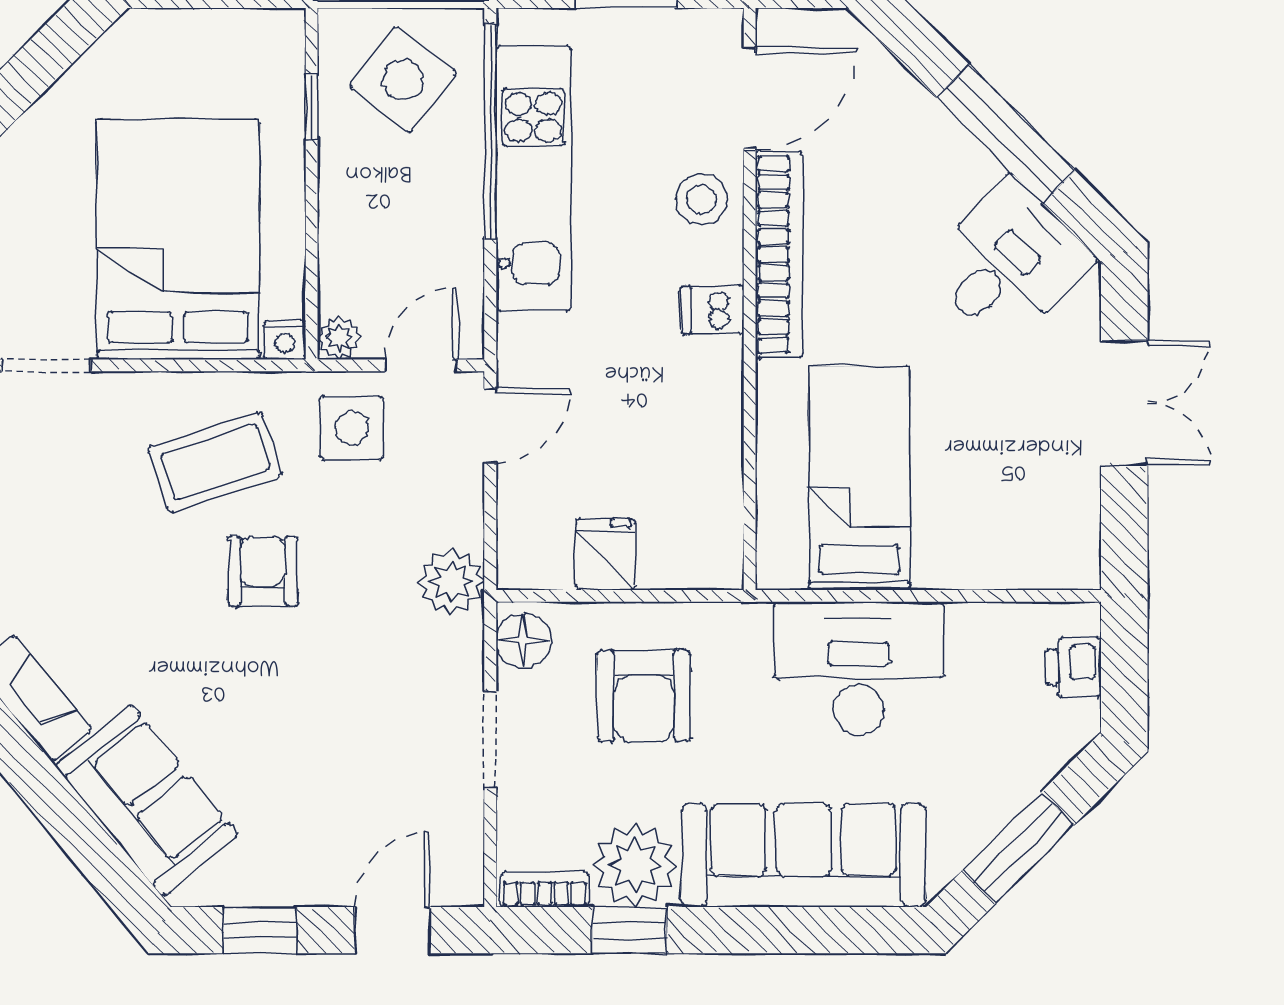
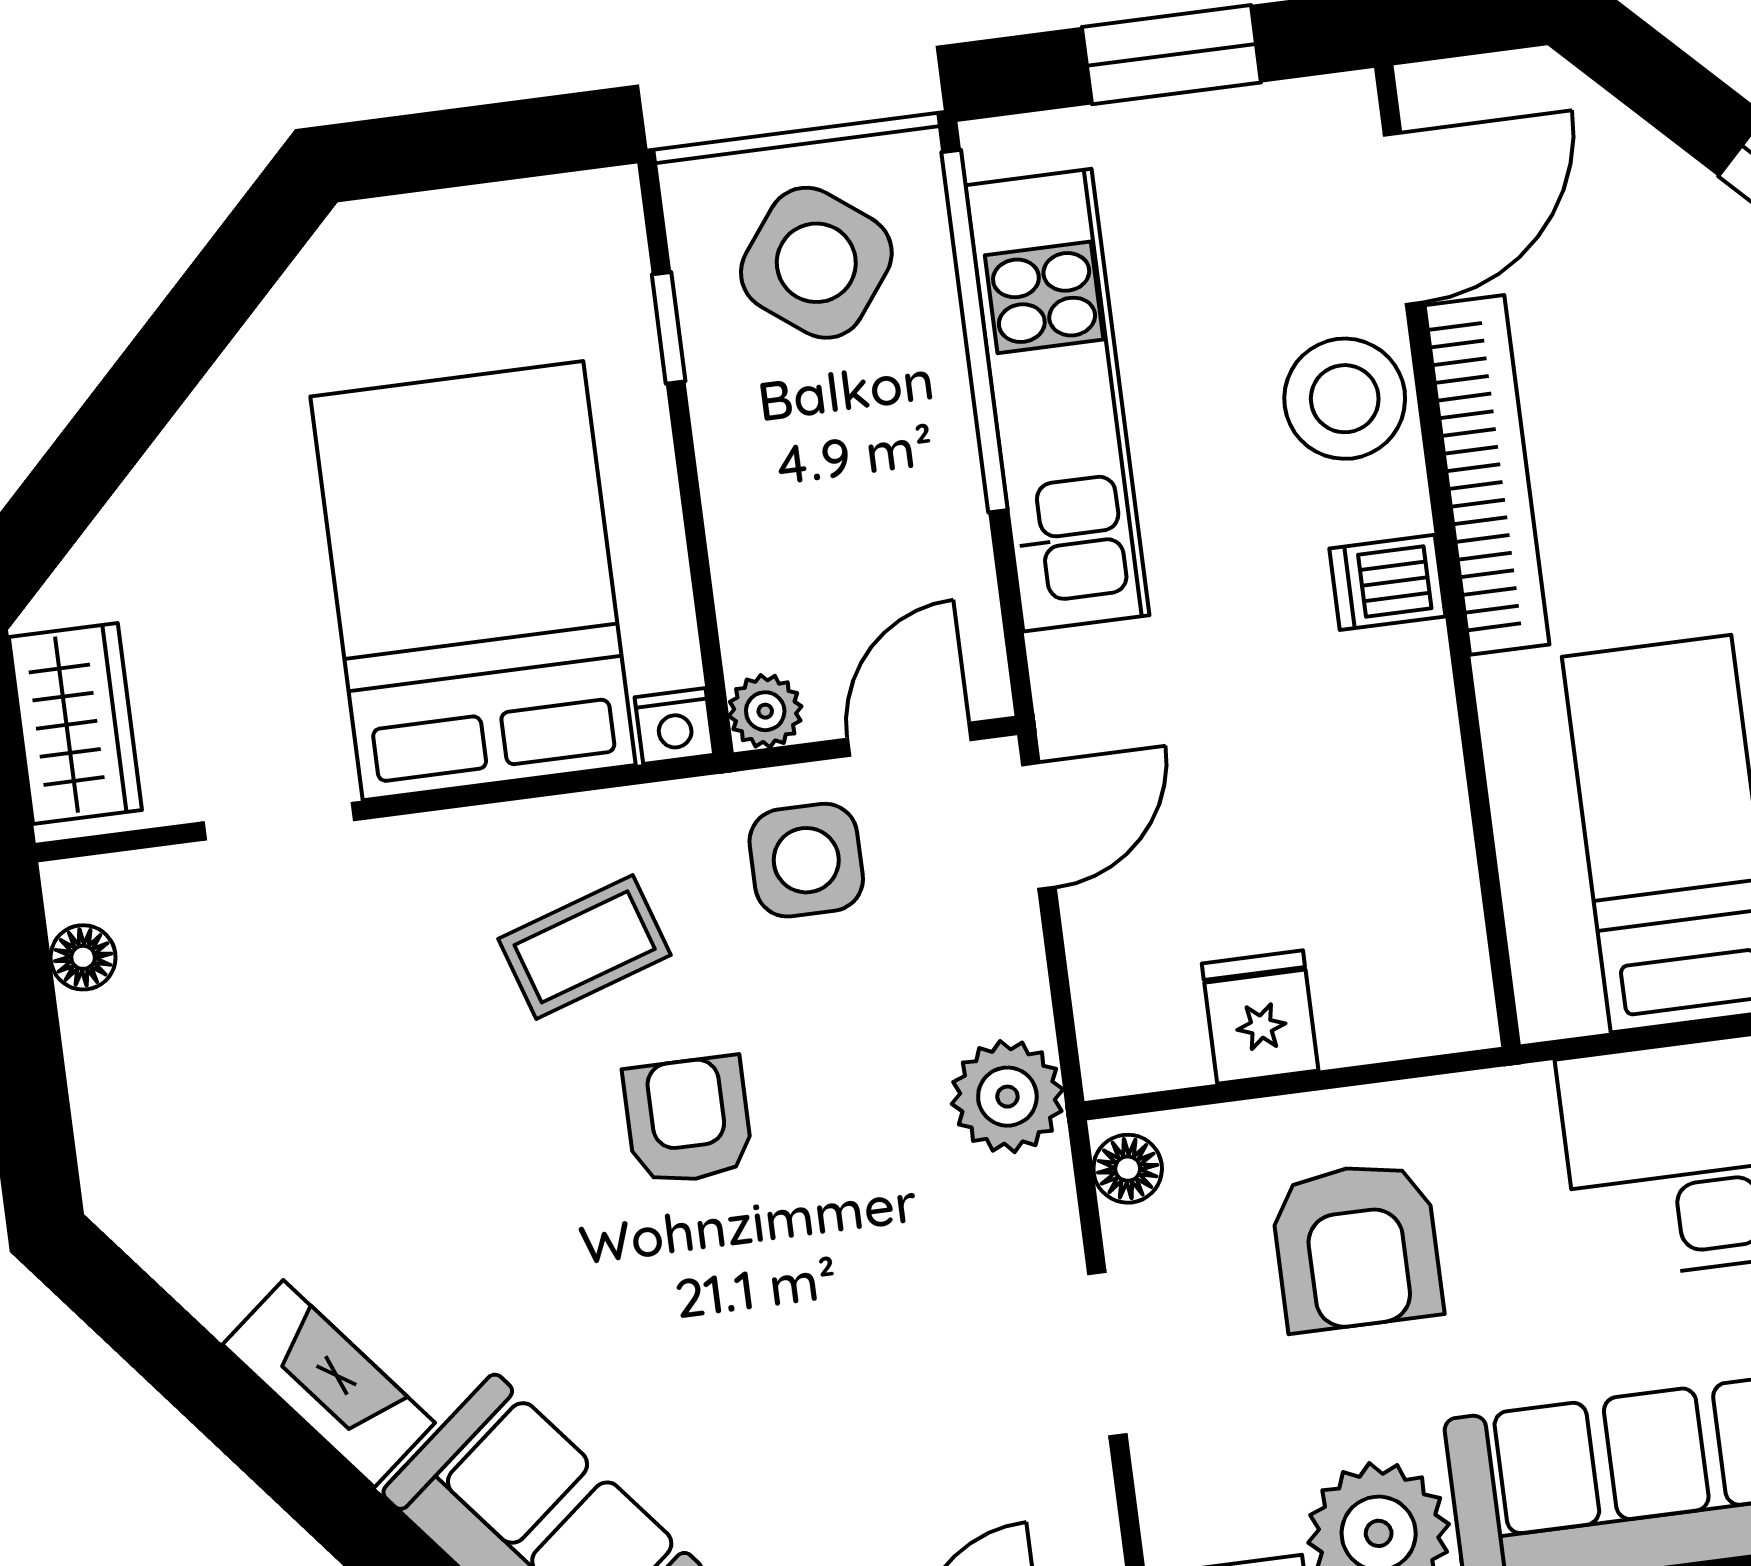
stool: (702, 199) -> (1345, 399), width x1.38, depth x1.38
coffee table: (215, 462) -> (585, 947), width x0.73, depth x0.77
floor lamp: (524, 640) -> (1128, 1169), width x0.73, depth x0.73

